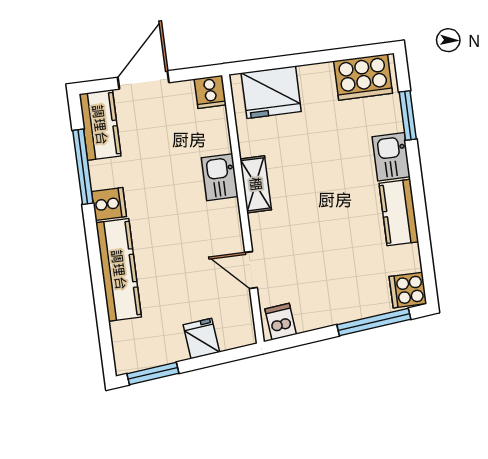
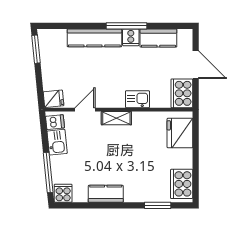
cooker: (210, 92) -> (182, 93), width x1.87, depth x1.31
kitchen counter: (100, 125) -> (158, 38), moved
kitchen sink: (391, 157) -> (57, 142), moved, turned 84
window: (83, 167) -> (127, 26), moved
shelving: (256, 184) -> (116, 118), moved
fridge: (201, 338) -> (54, 99), moved

